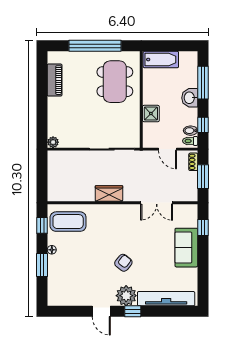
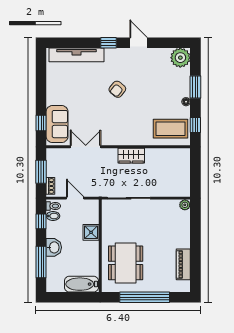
sofa: (186, 248) -> (57, 124), moved
plant: (126, 296) -> (180, 58), moved

